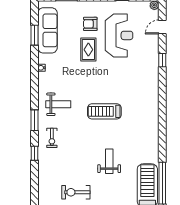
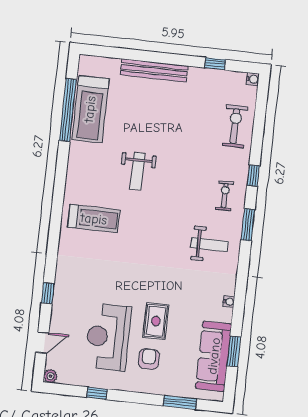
armchair: (90, 24) -> (149, 359), turned -90
weight bench: (58, 104) -> (210, 245), turned 180
treadmill: (104, 111) -> (94, 219), moved
weight bench: (109, 161) -> (138, 171), moved
exercise bike: (76, 192) -> (235, 126), moved, turned -90

